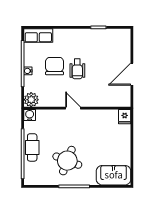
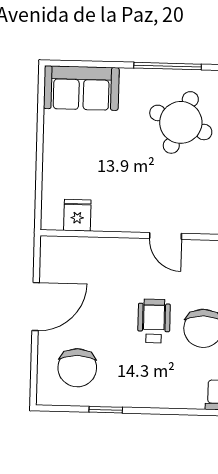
chair: (112, 46) -> (77, 368), added
fridge: (125, 117) -> (77, 215), moved

